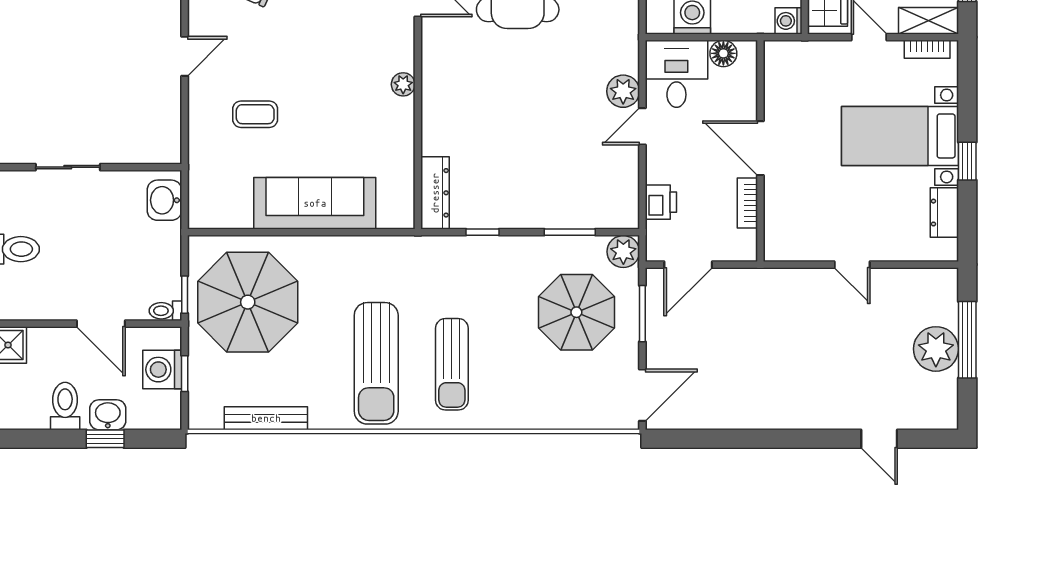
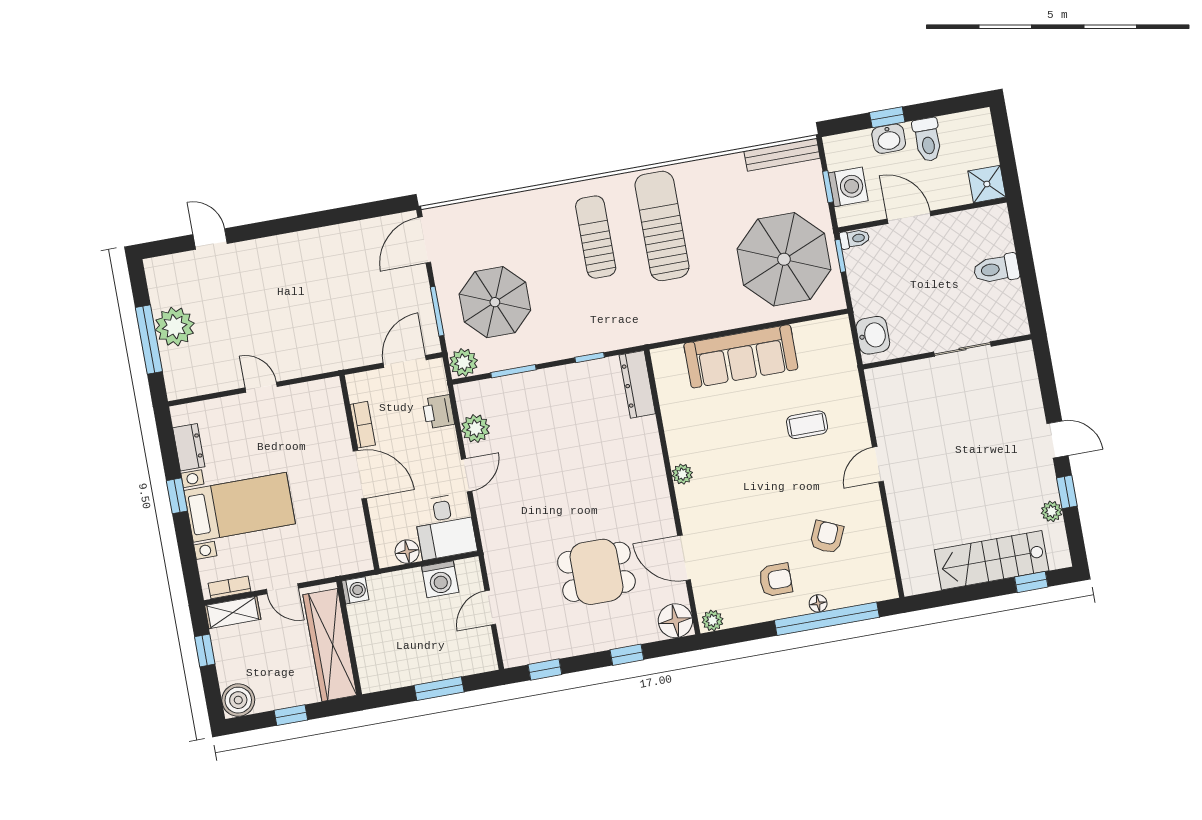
plant: (623, 91) -> (475, 428), moved
bench: (266, 418) -> (782, 155), moved

